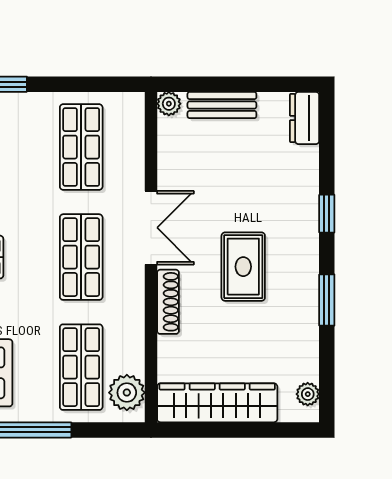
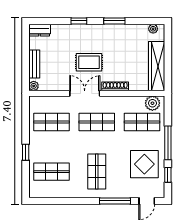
rug: (243, 267) -> (89, 62), moved

